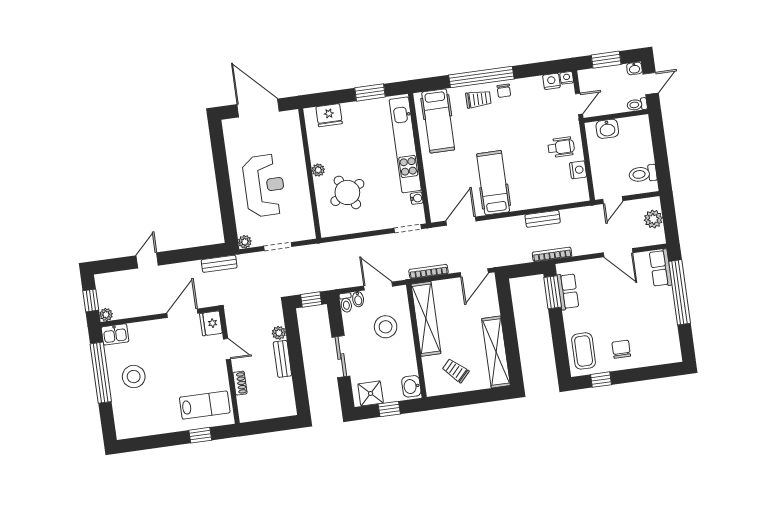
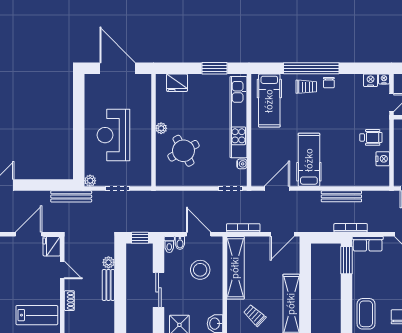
reception desk: (264, 186) -> (113, 135), turned 180
bench: (543, 219) -> (341, 196), width x1.36
bench: (219, 264) -> (71, 196), width x1.36
row of seats: (568, 291) -> (368, 244), moved, turned 90

